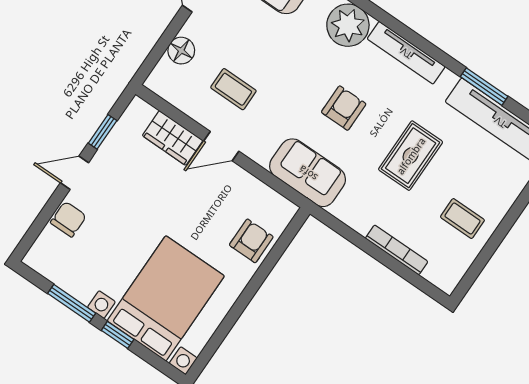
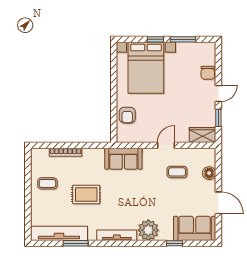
armchair: (344, 108) -> (127, 195), removed
wardrobe: (173, 138) -> (203, 135), moved
rug: (411, 156) -> (86, 194), turned 90

